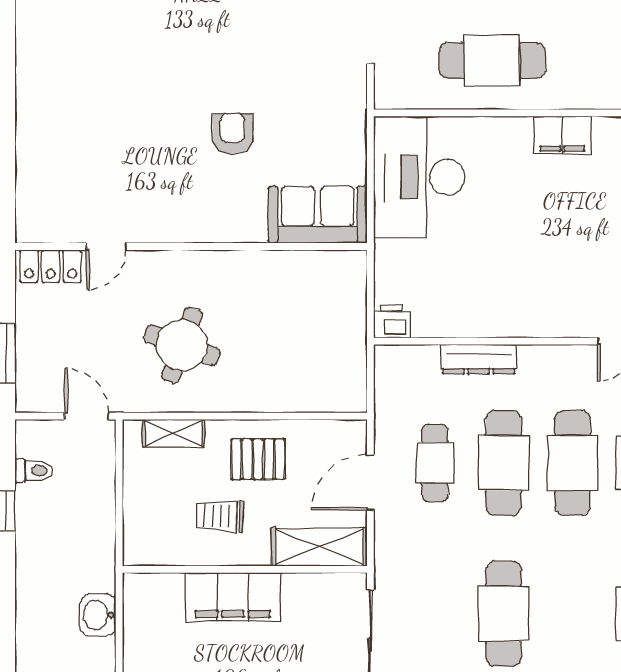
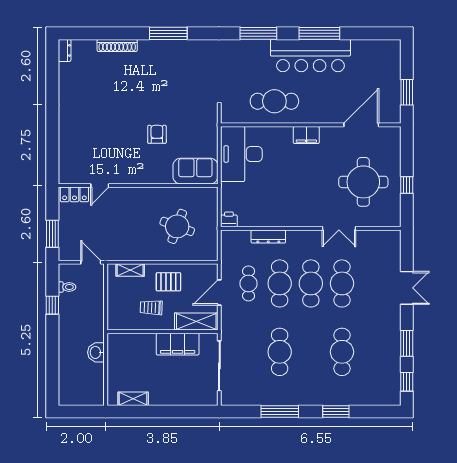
round table: (182, 345) -> (177, 226), moved
filing cabinet: (233, 597) -> (178, 344), moved

